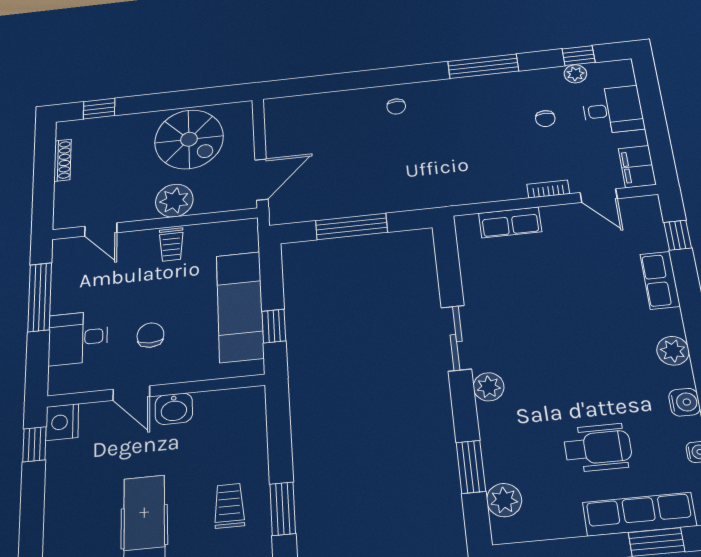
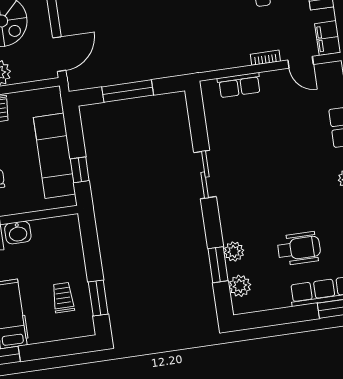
plant: (489, 387) -> (234, 252), moved

